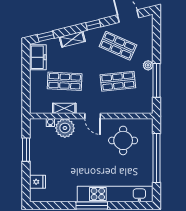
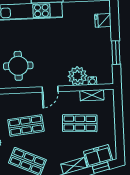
freezer: (38, 57) -> (98, 156), moved, turned 76
shelving: (64, 108) -> (92, 95), moved
door: (93, 116) -> (50, 89), swing flipped

